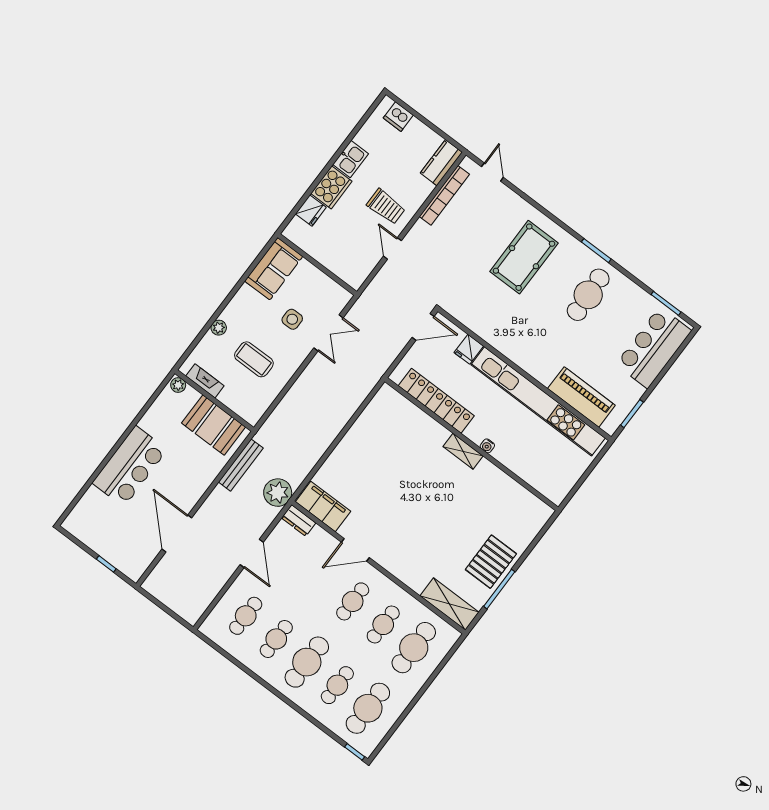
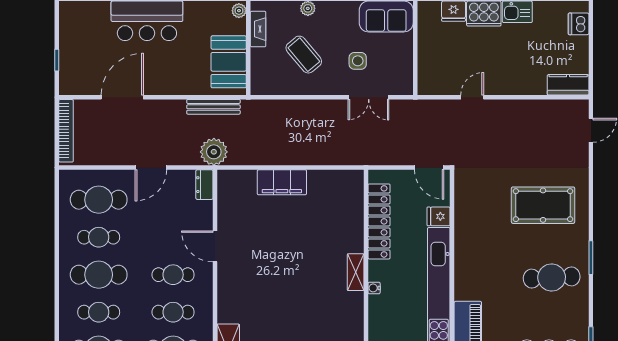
bookcase: (444, 195) -> (66, 131), moved, turned -90
trolley: (386, 207) -> (501, 68), removed
coffee table: (254, 359) -> (304, 55), turned -40
filing cabinet: (323, 506) -> (282, 182), moved, turned 90
cafe table: (246, 616) -> (99, 200), width x1.37, depth x1.35

